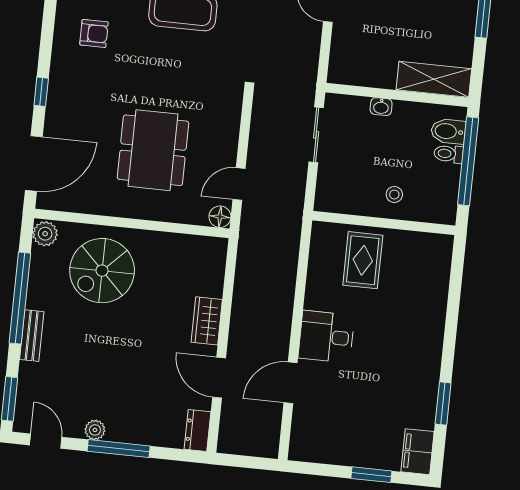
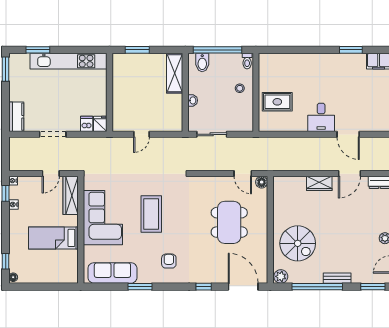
dining table: (153, 150) -> (229, 222), turned 90
toilet: (448, 154) -> (247, 61), moved

